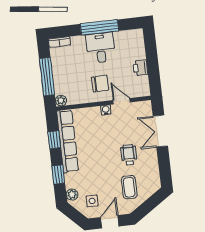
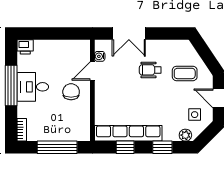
printer: (140, 68) -> (25, 47), moved
plant: (61, 101) -> (84, 135), removed
water cooler: (106, 110) -> (100, 56), moved

